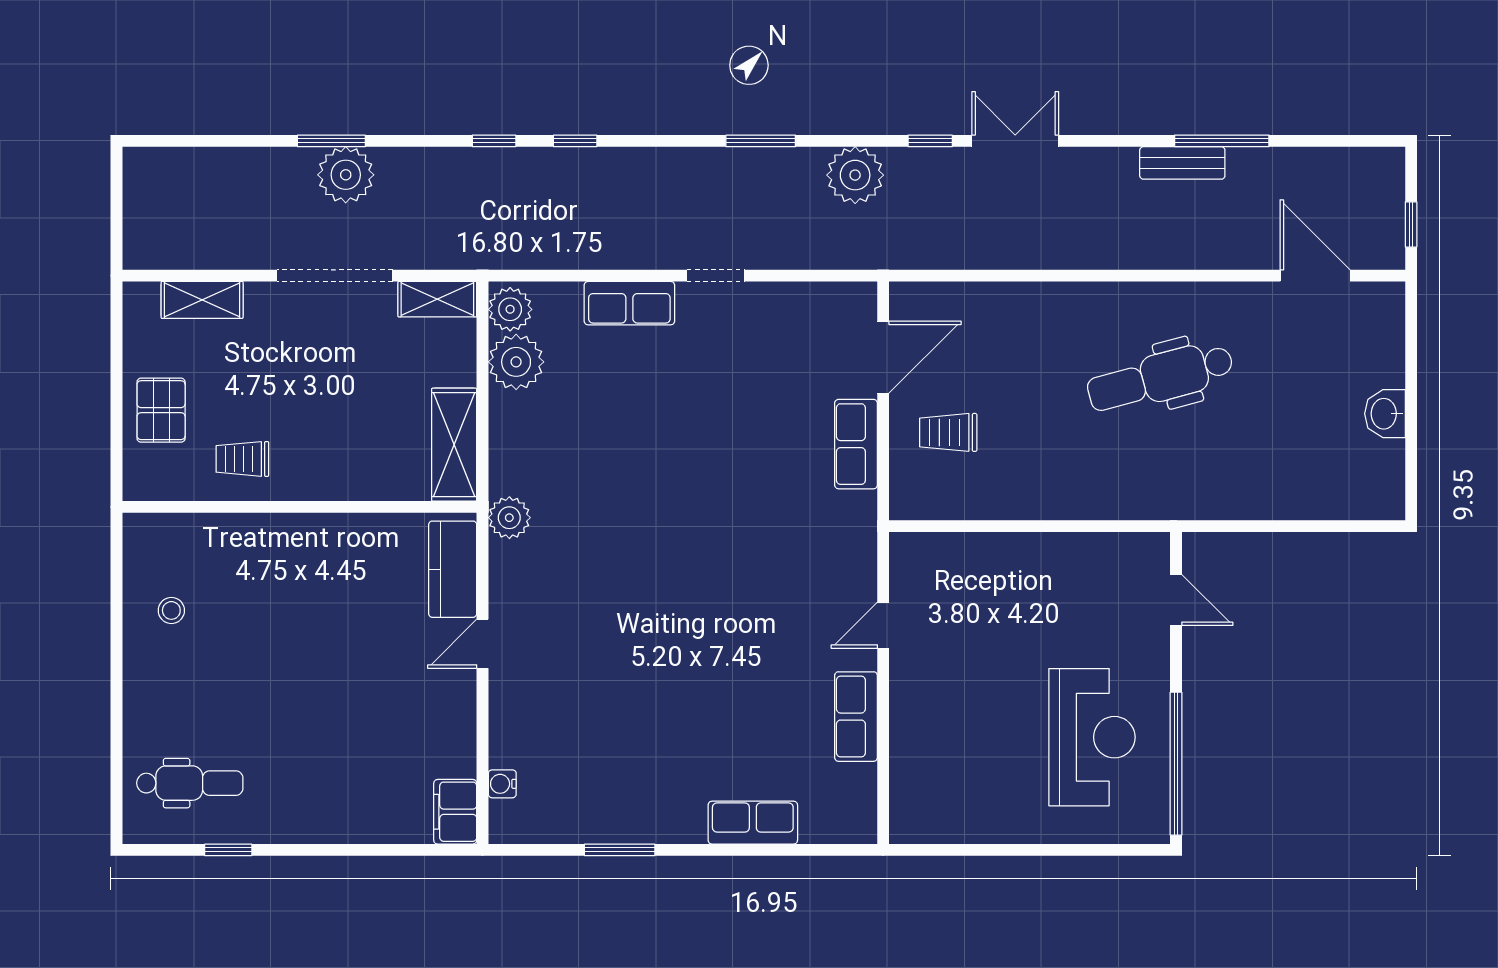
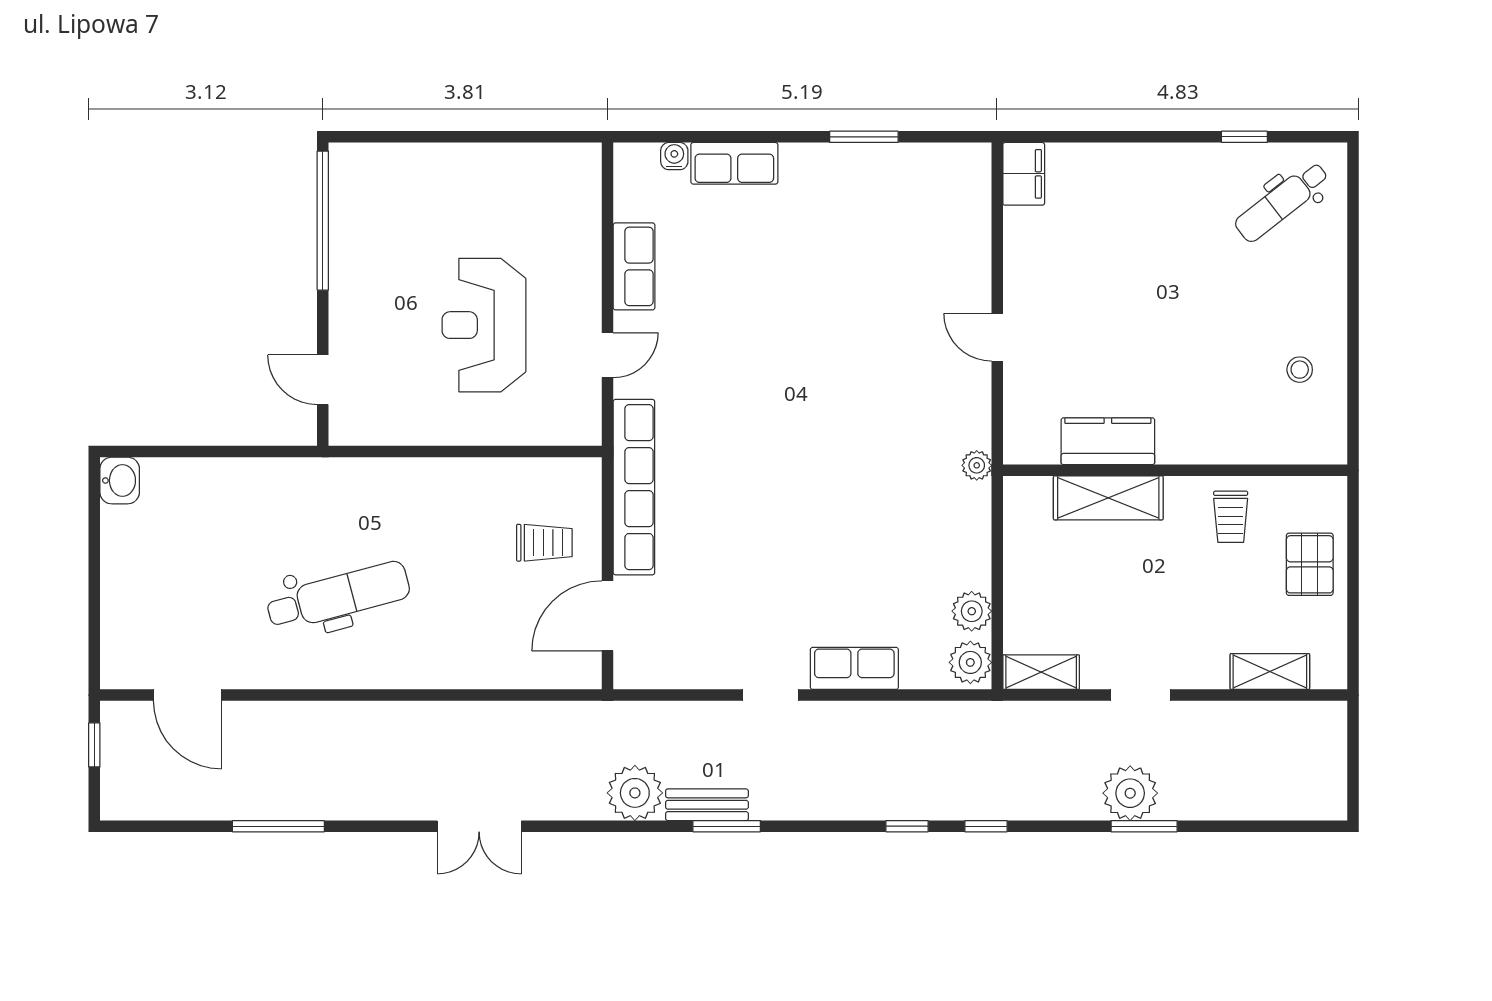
window: (930, 141) -> (562, 826), removed
bench: (1182, 163) -> (707, 805), moved
doorway: (335, 276) -> (1141, 695), width x0.53
plant: (516, 362) -> (972, 611), width x0.73, depth x0.73
washbasin: (1385, 414) -> (120, 481), moved
row of seats: (856, 444) -> (634, 487), width x2.02
shelving: (454, 445) -> (1108, 498), moved, turned 90
trolley: (242, 459) -> (1231, 517), turned 90
plant: (509, 518) -> (977, 465), width x0.73, depth x0.73
kitchen counter: (453, 569) -> (1108, 441), moved, turned -90
door: (483, 644) -> (997, 337), swing flipped
reception desk: (1092, 737) -> (484, 325), moved
dental chair: (190, 783) -> (1282, 202), turned -38
water cooler: (502, 784) -> (674, 156), moved, turned -90

